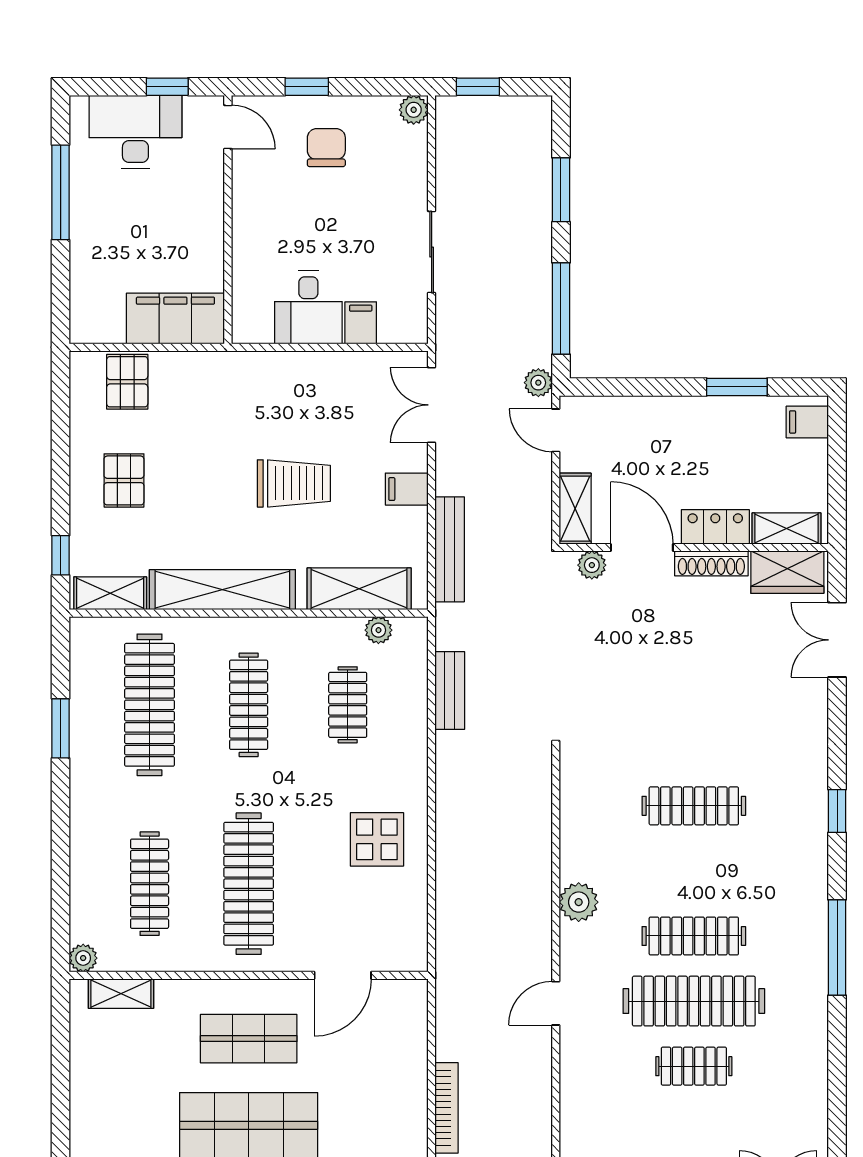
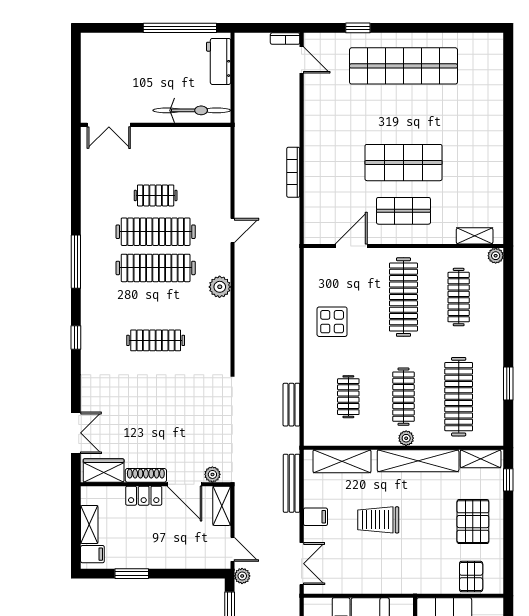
pallet: (124, 480) -> (473, 522), width x1.50, depth x1.42
shelving: (786, 529) -> (89, 525), moved, turned 90
plant: (378, 630) -> (406, 438), moved
clothes rail: (694, 936) -> (156, 268), width x1.37, depth x1.31

